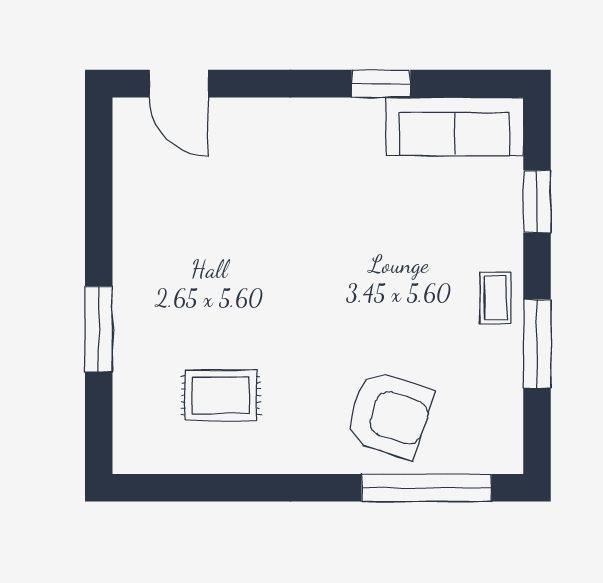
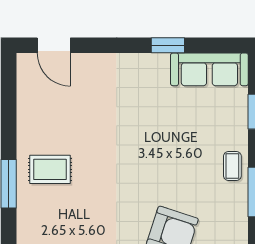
rug: (221, 395) -> (50, 169), moved

